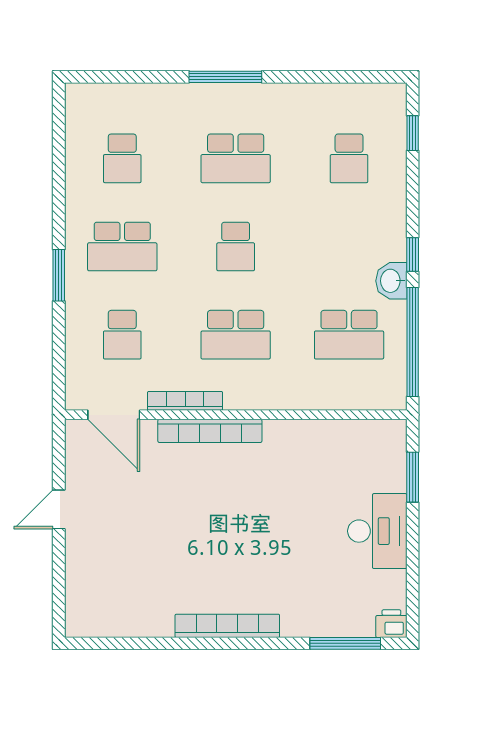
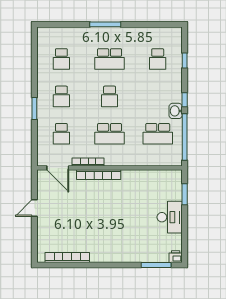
window: (413, 133) -> (185, 60), moved
school desk: (122, 247) -> (61, 96), width x0.54
bookcase: (227, 626) -> (67, 257), moved

